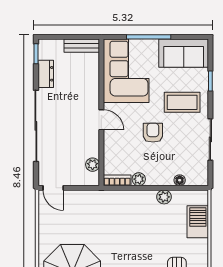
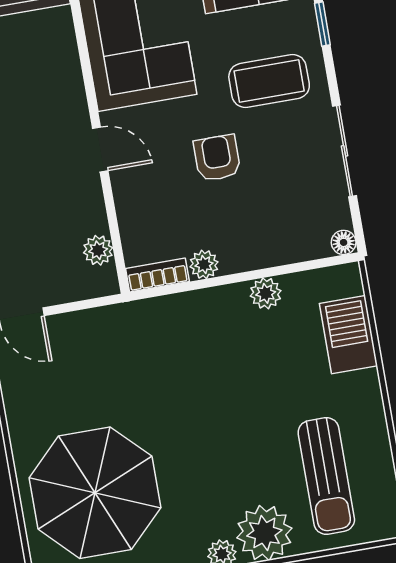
floor lamp: (180, 180) -> (344, 242), moved

